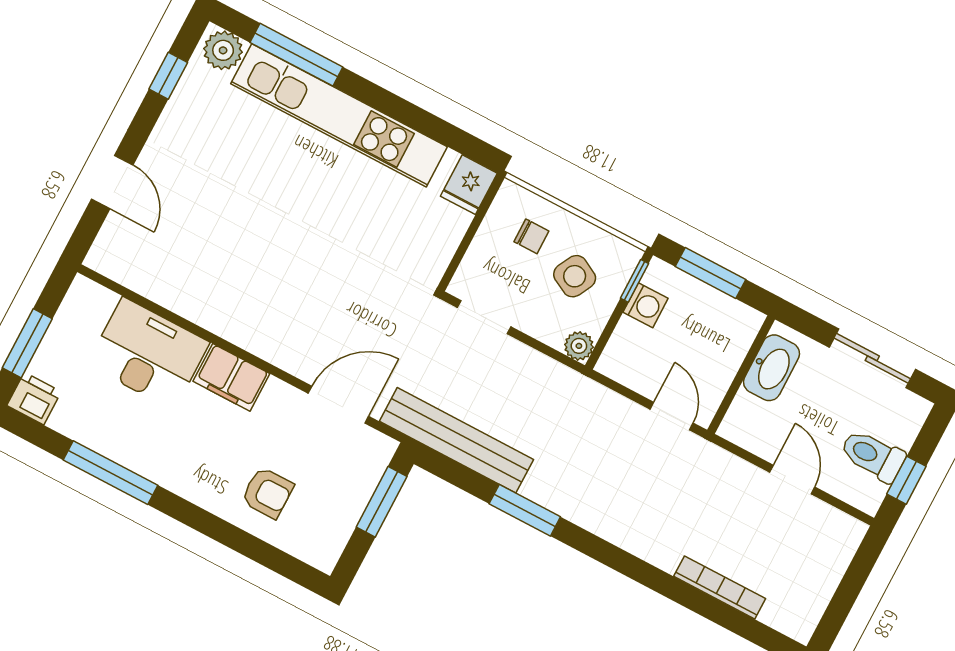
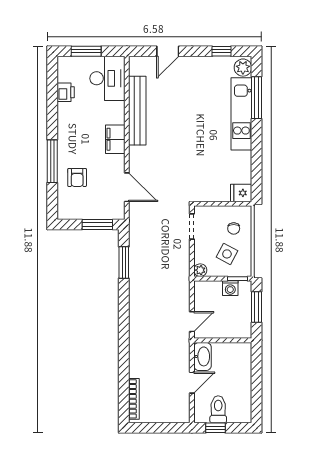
kitchen unit: (339, 115) -> (241, 114), width x0.73
desk: (148, 353) -> (107, 78), moved
sliding door: (872, 358) -> (257, 389), removed
washbasin: (771, 368) -> (202, 356), moved, turned -90
printer: (34, 399) -> (66, 92), moved
bench: (457, 440) -> (137, 111), moved
window: (111, 473) -> (52, 161), moved
window: (525, 510) -> (124, 263), moved
bookcase: (720, 587) -> (134, 399), moved

